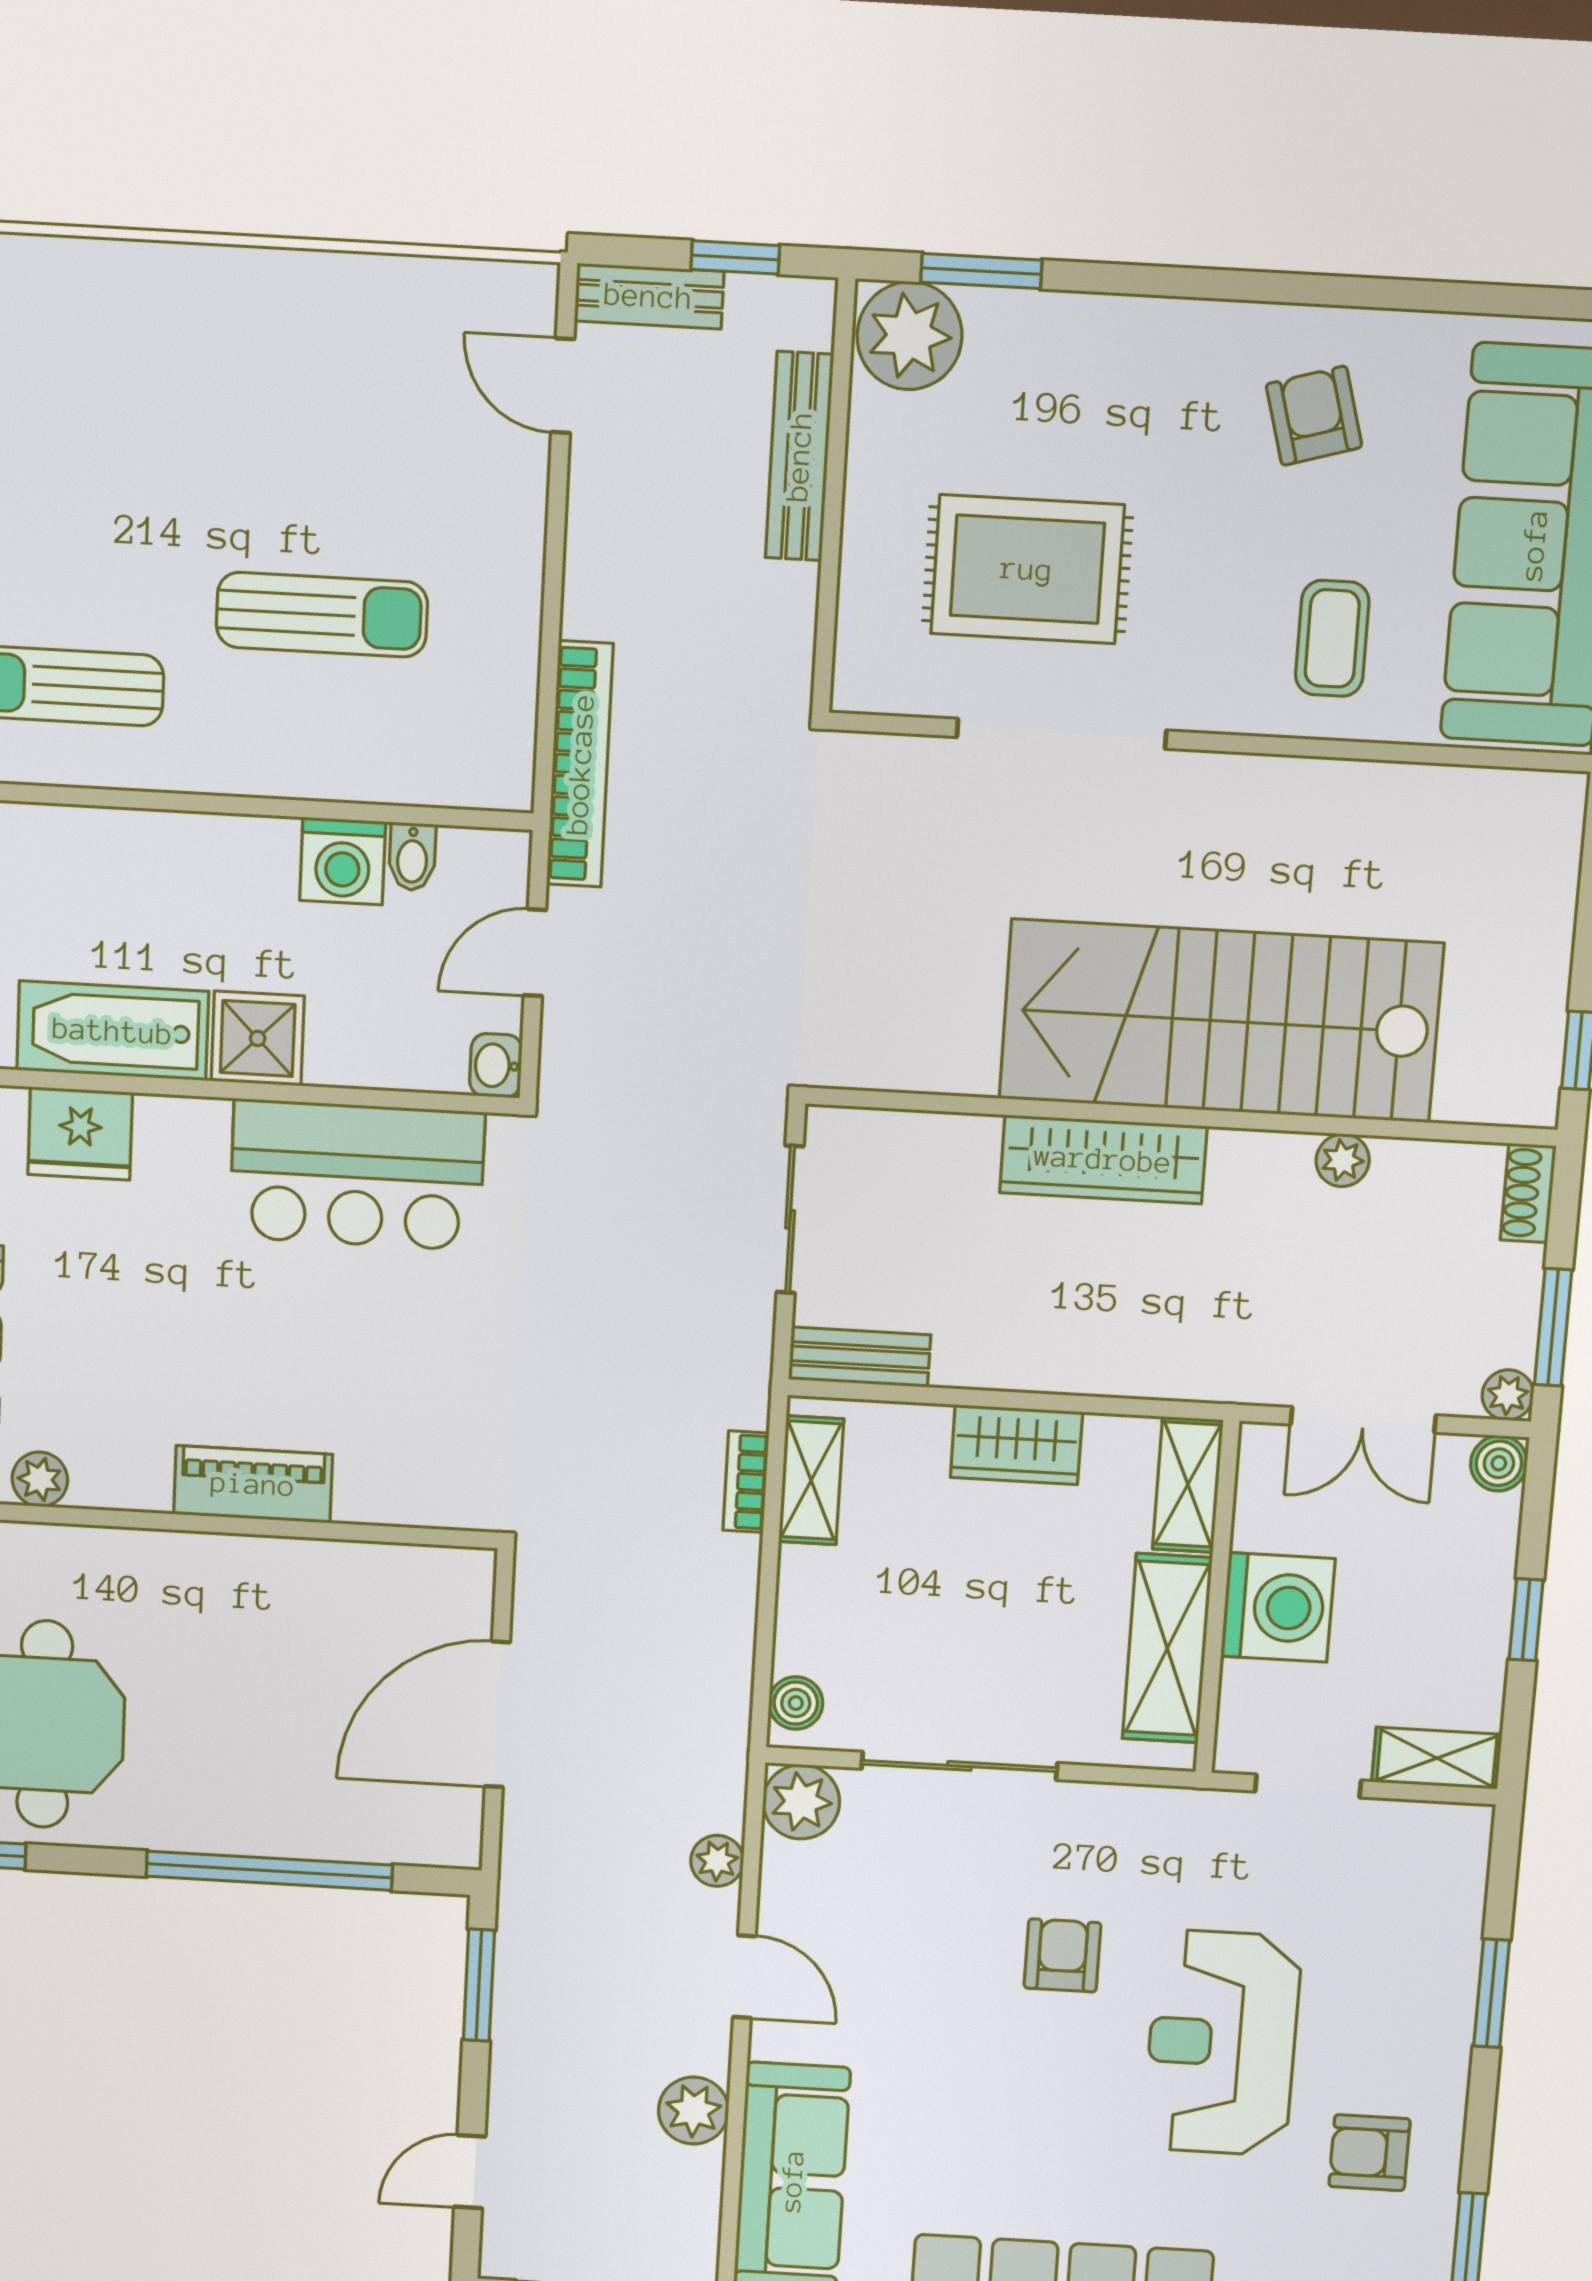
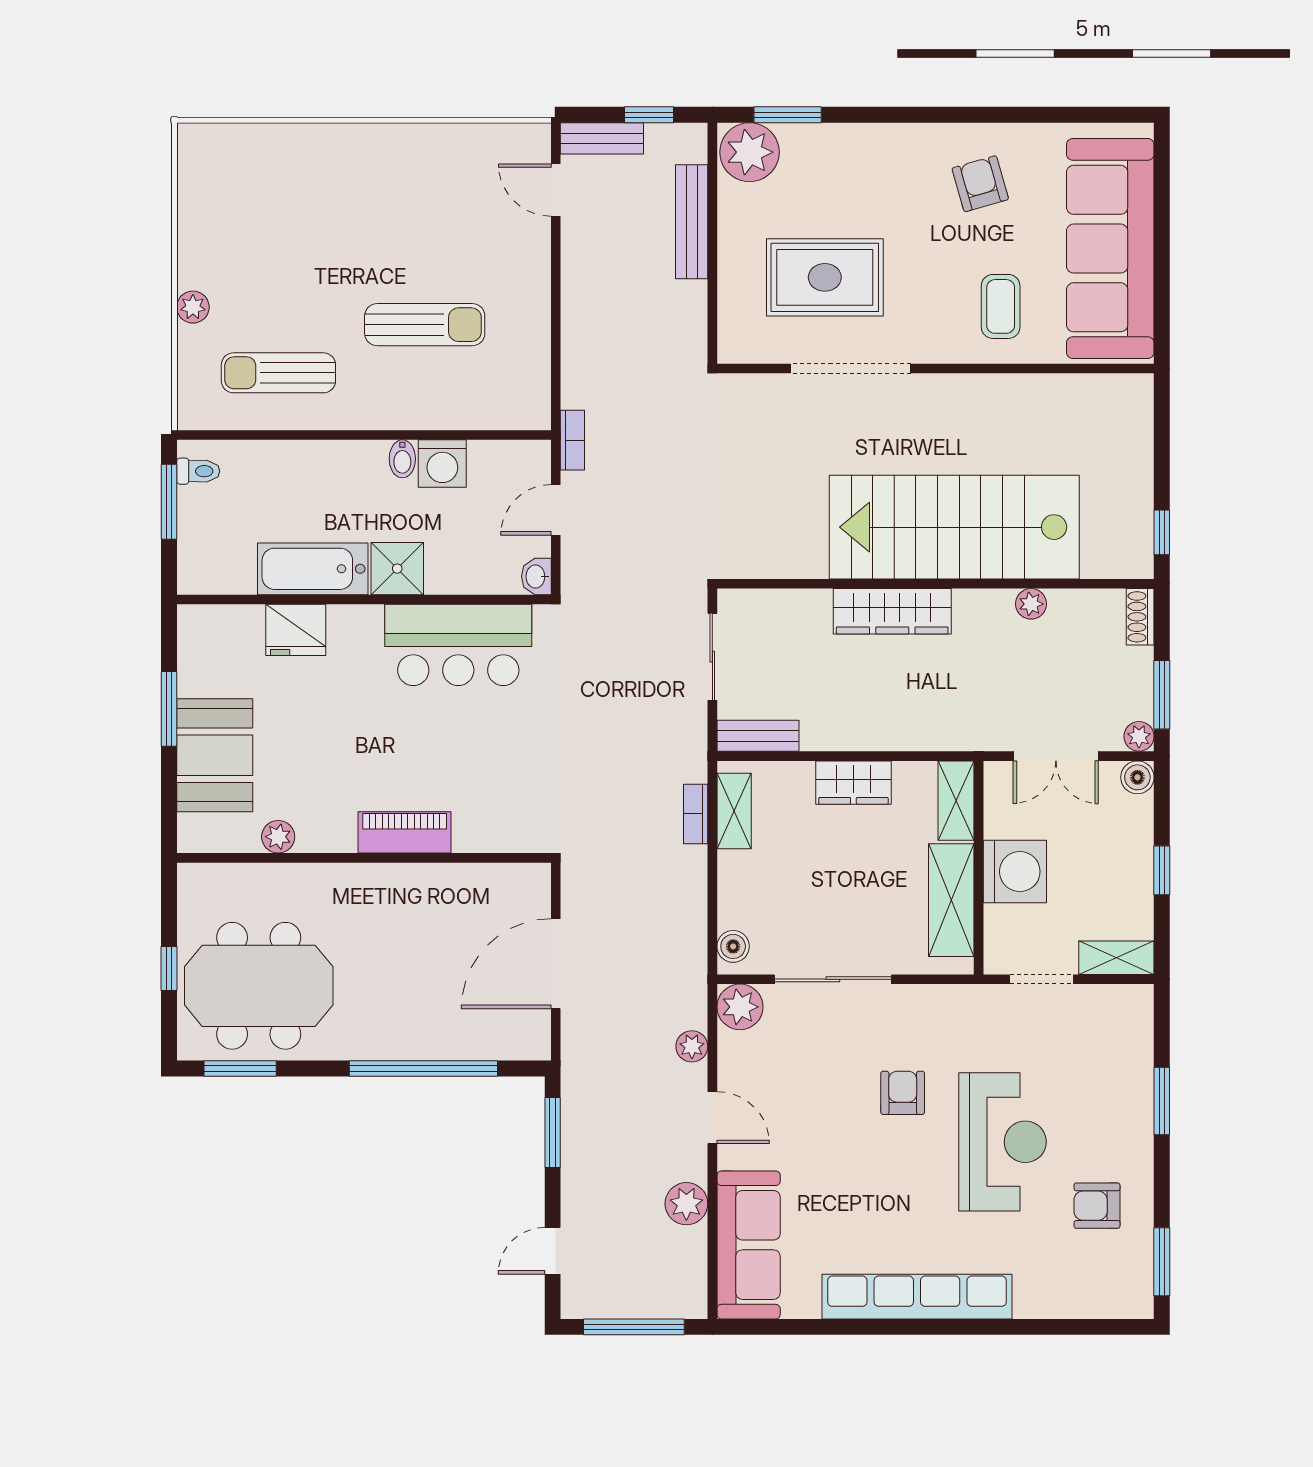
bookcase: (580, 764) -> (572, 440), width x0.43, depth x0.76
bidet: (412, 857) -> (402, 459), moved
reception desk: (1222, 2043) -> (1003, 1142), turned 180

